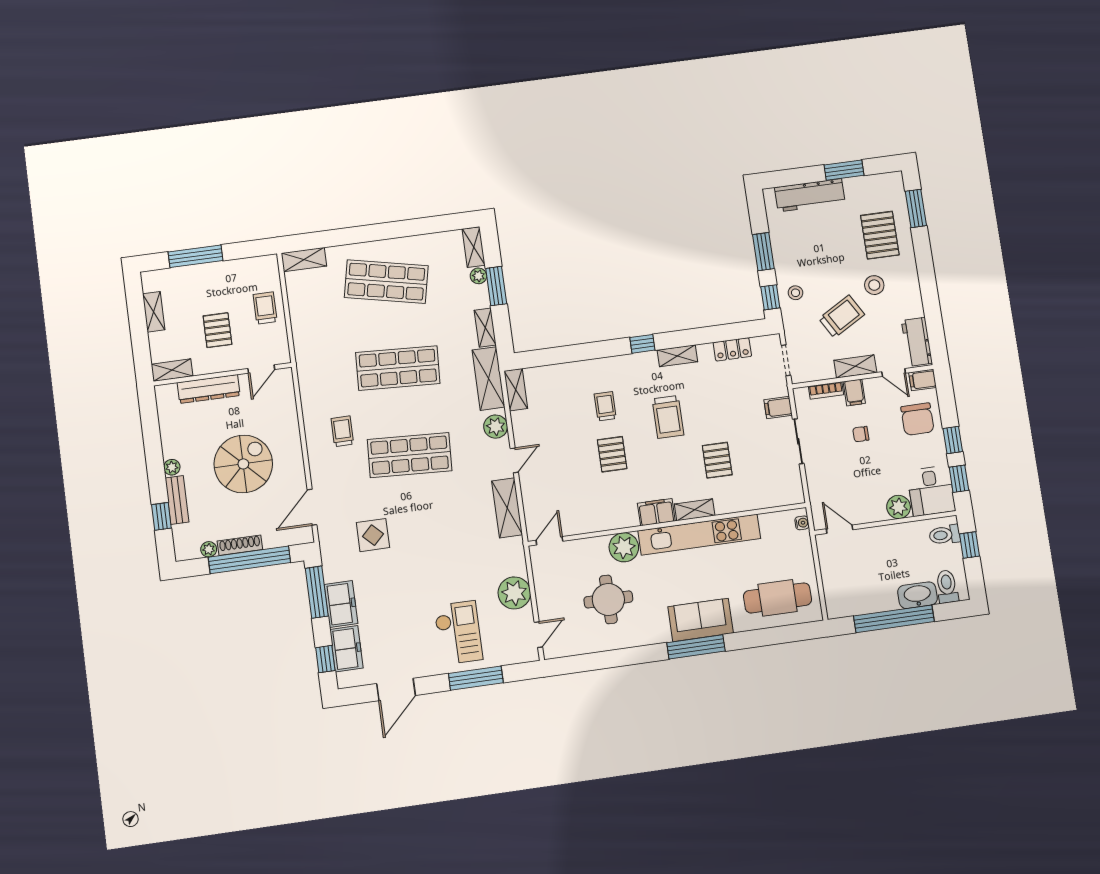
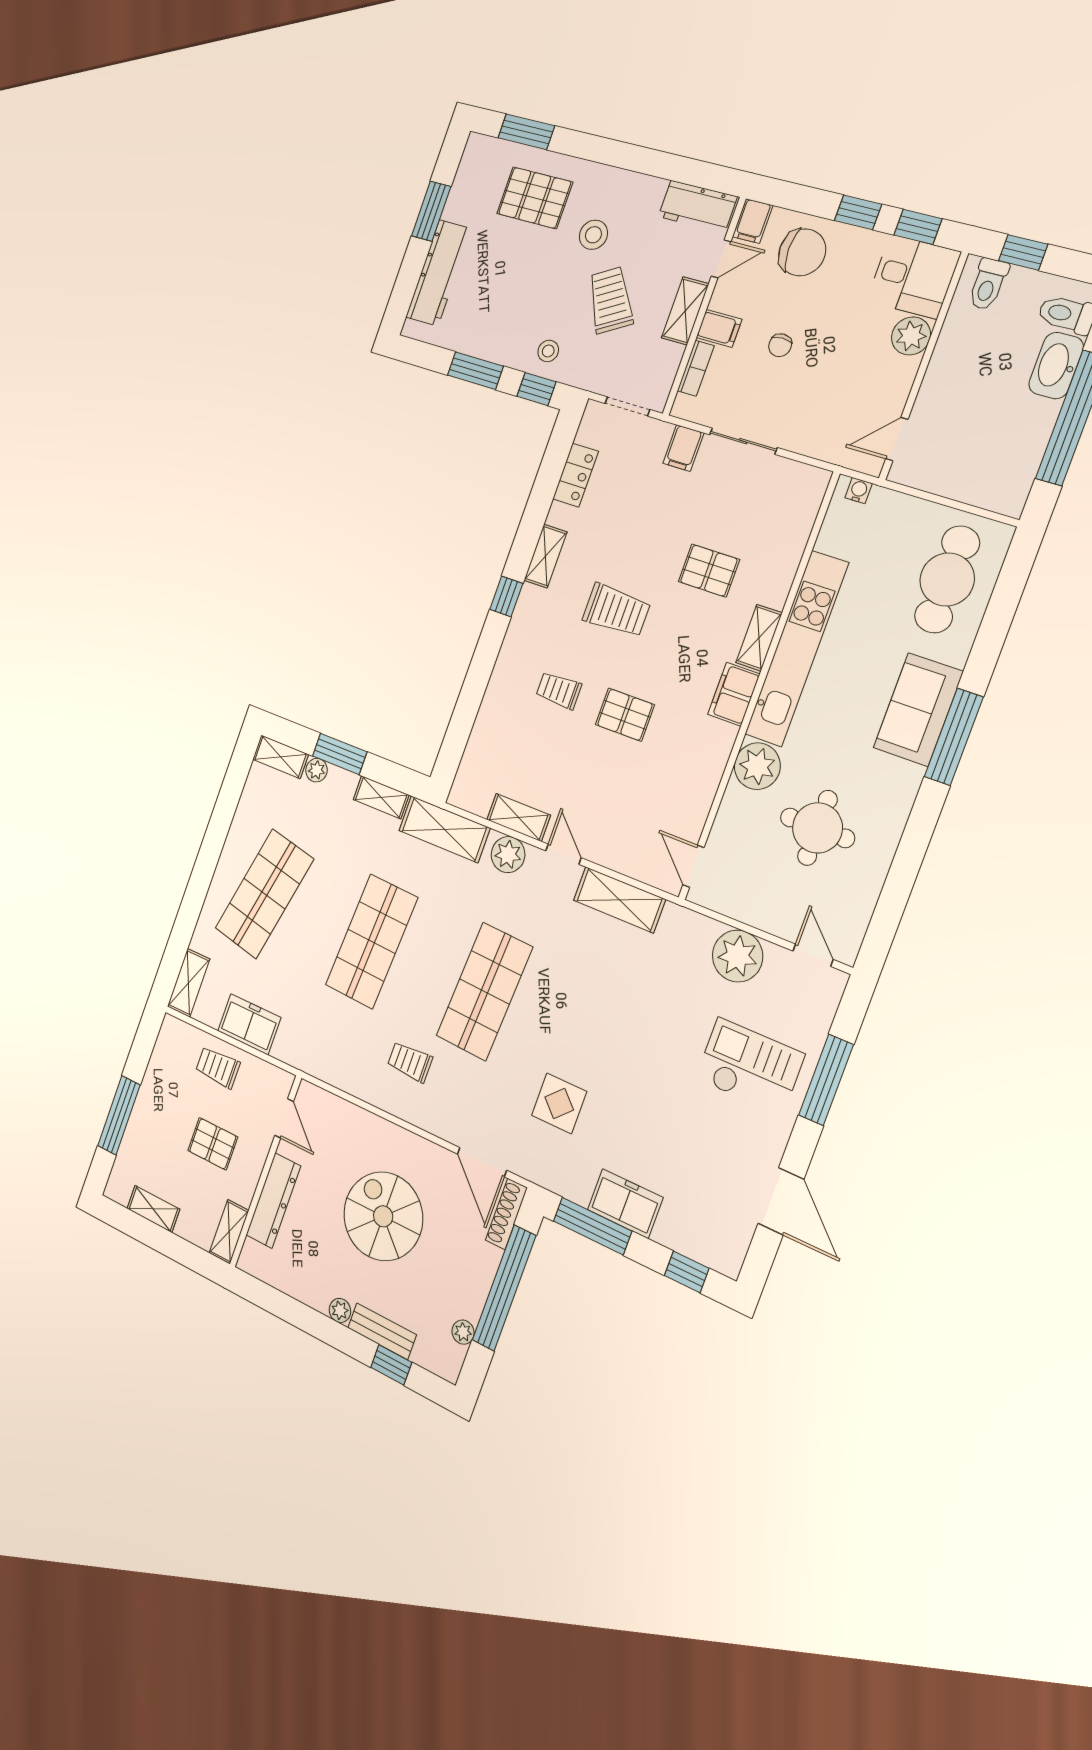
shelving: (516, 390) -> (519, 817), moved
shoe rack: (240, 545) -> (506, 1214), moved
freezer: (346, 649) -> (249, 1024), moved

